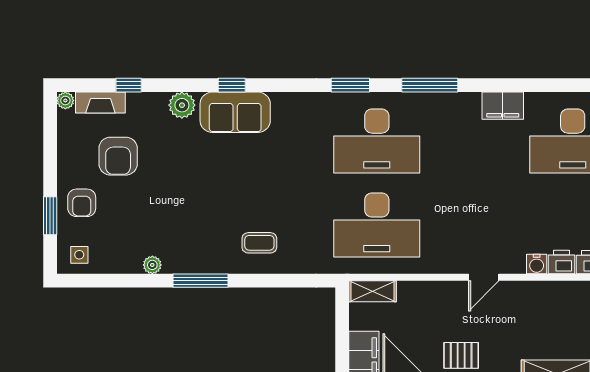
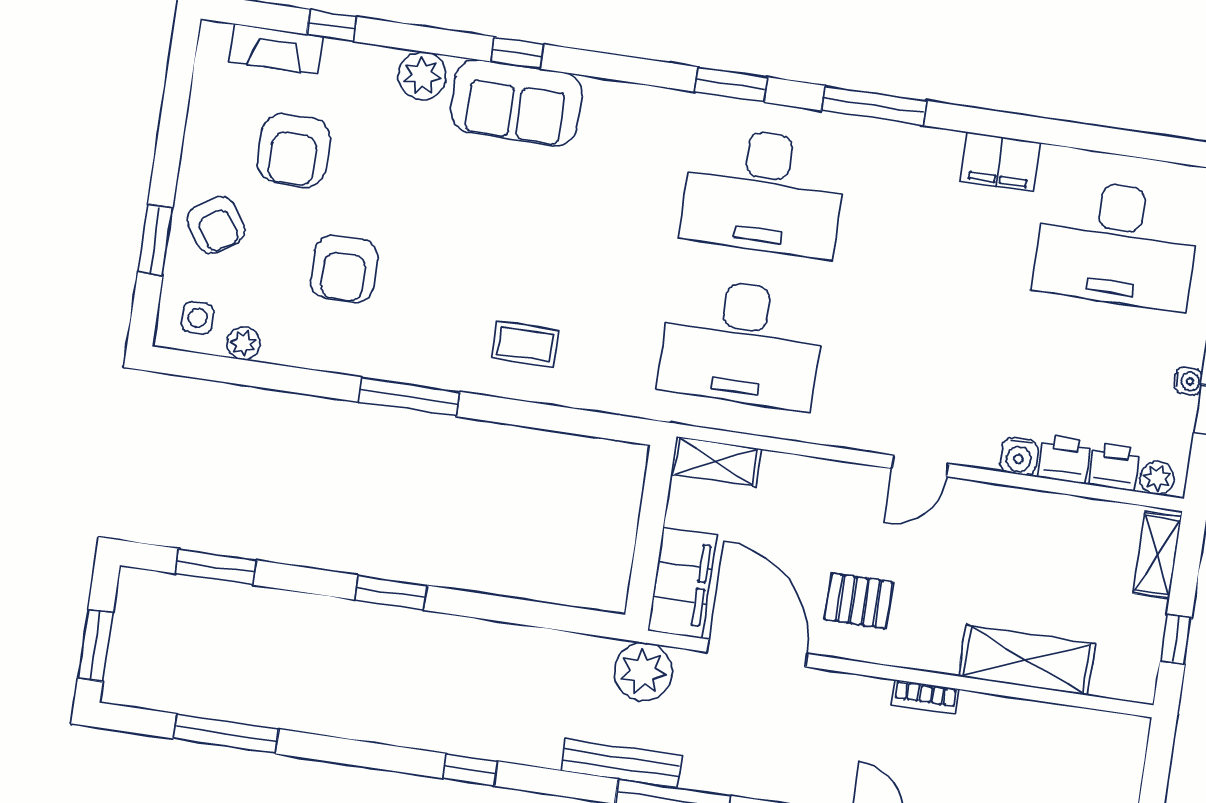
plant: (65, 101) -> (214, 36), removed
armchair: (82, 203) -> (216, 225), turned -34
armchair: (155, 216) -> (344, 269), added
plant: (152, 265) -> (244, 343), moved

